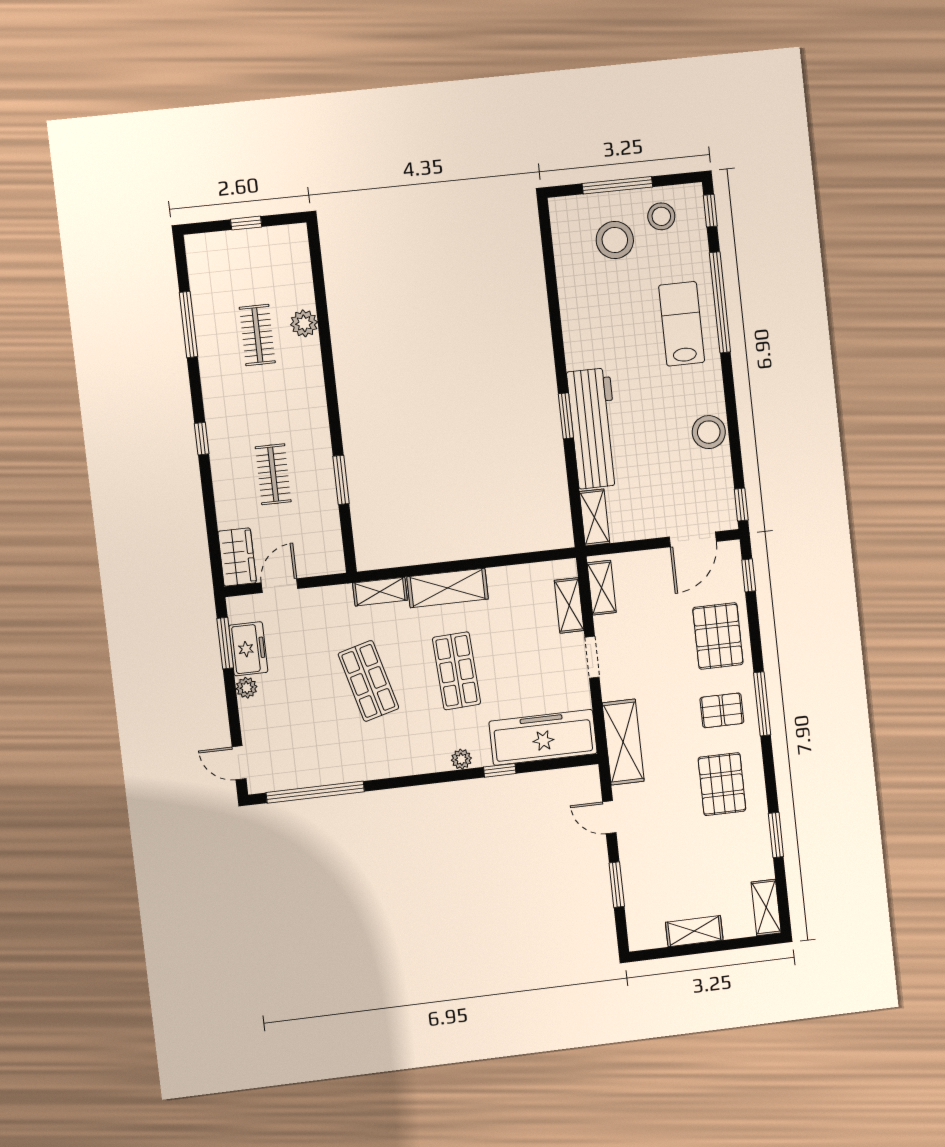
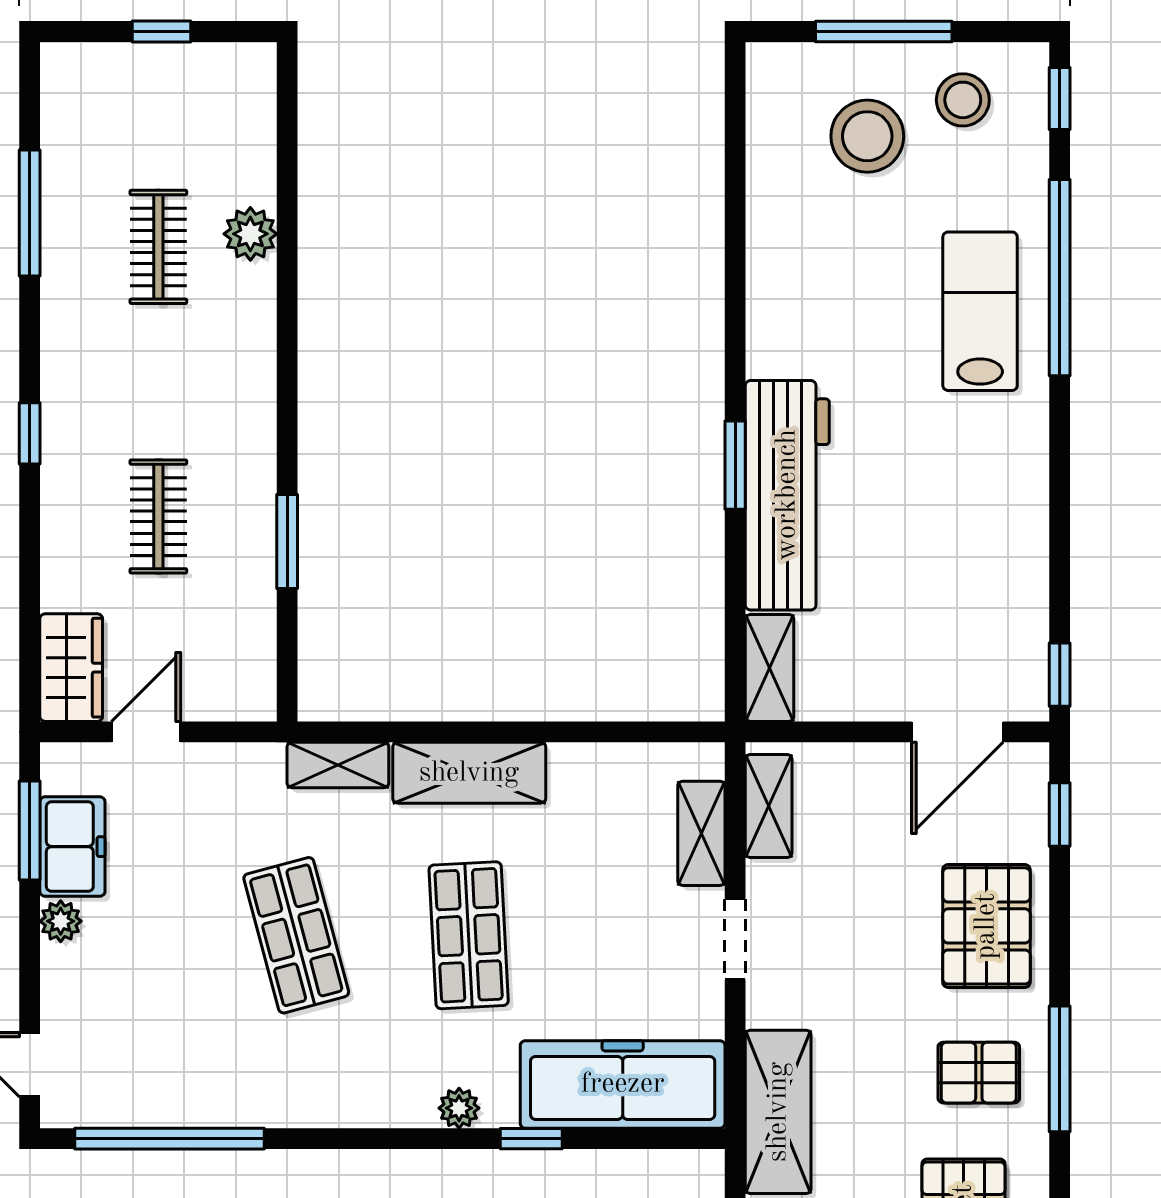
stool: (709, 432) -> (1011, 527), removed

